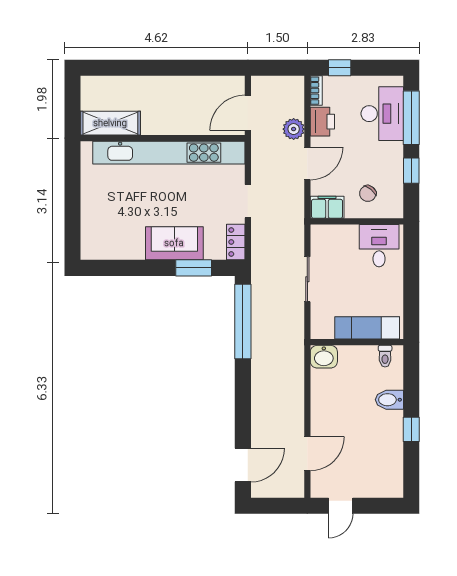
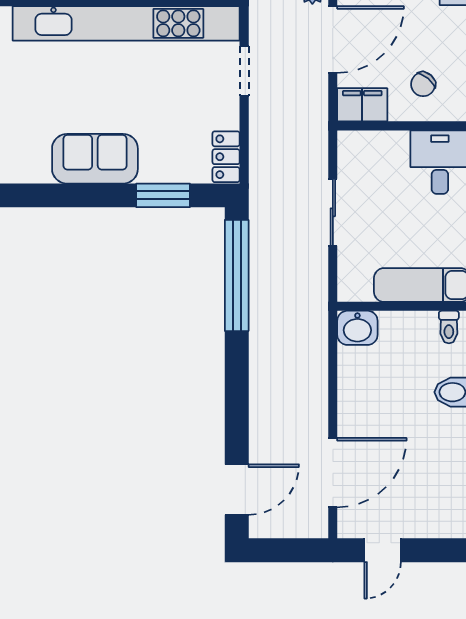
door: (307, 163) -> (333, 40), width x1.36
doorway: (248, 201) -> (244, 71), moved
sofa: (174, 243) -> (95, 159), moved
door: (307, 454) -> (333, 473), width x1.36

